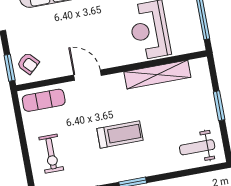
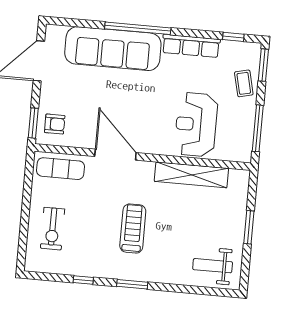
armchair: (28, 63) -> (55, 124), turned -47
door: (87, 75) -> (115, 155), width x1.36
treadmill: (120, 134) -> (133, 229), turned -90

